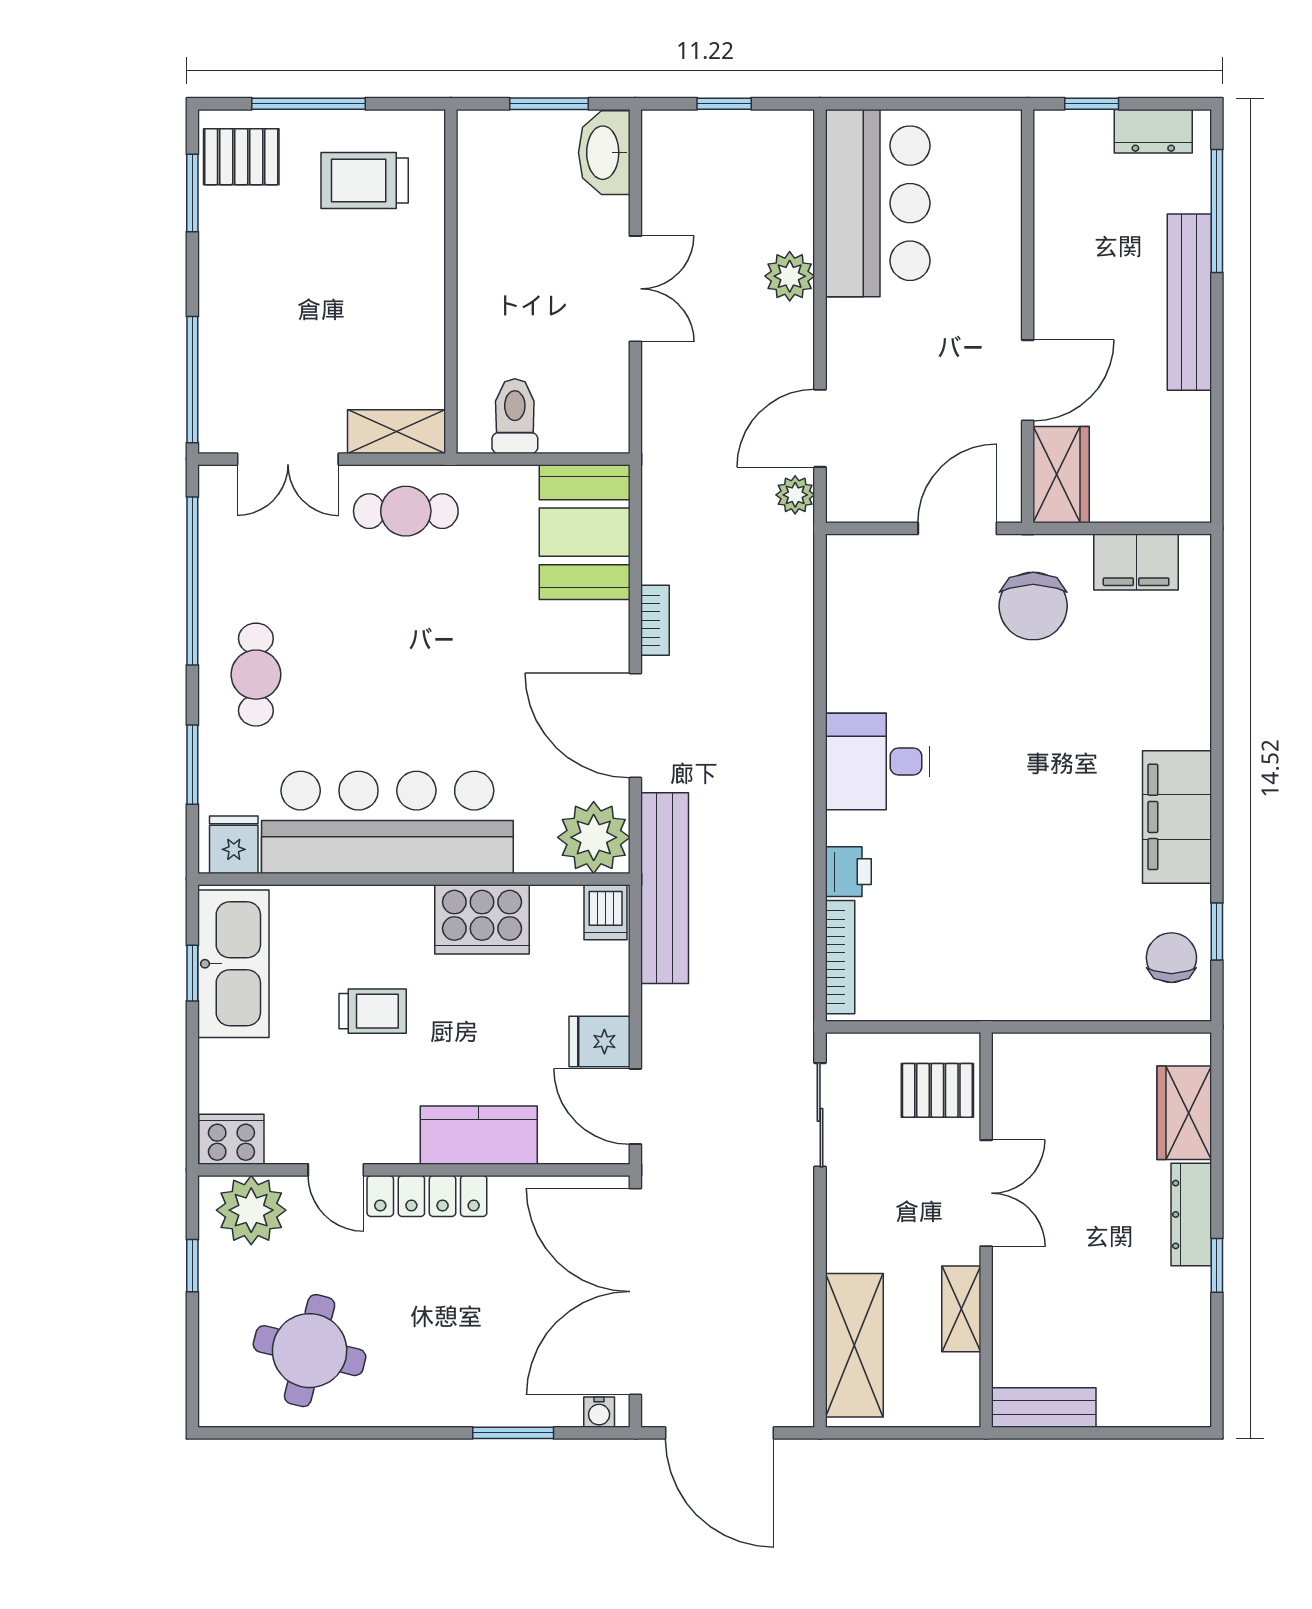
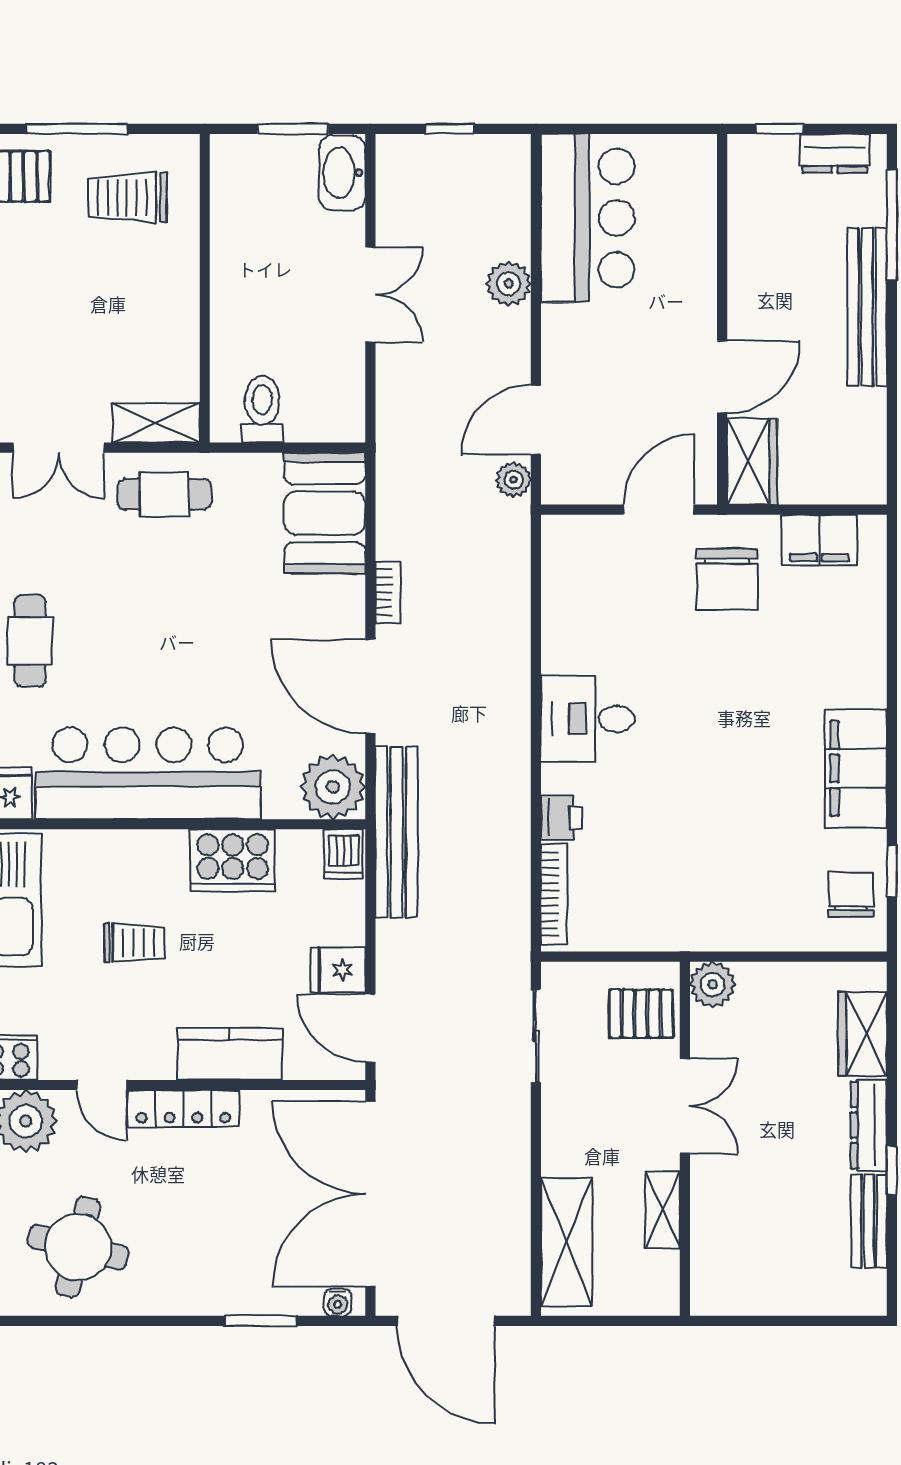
plant: (1017, 1058) -> (713, 984), added
bench: (1044, 1407) -> (869, 1221), moved, turned 90

